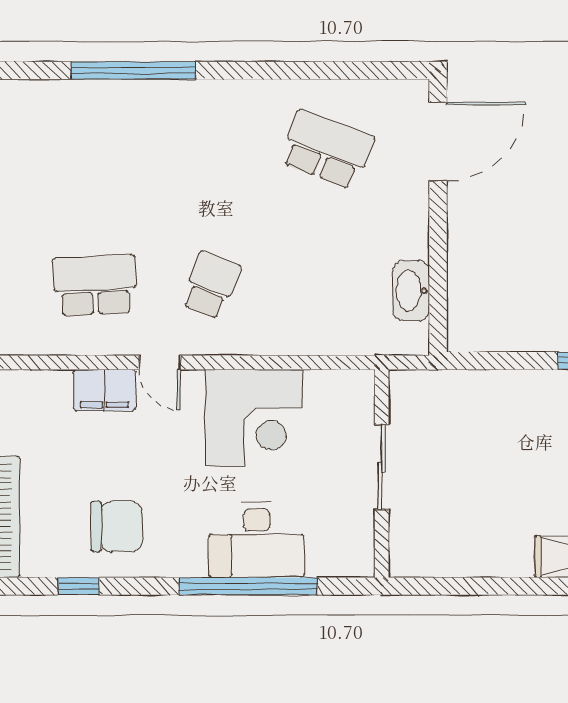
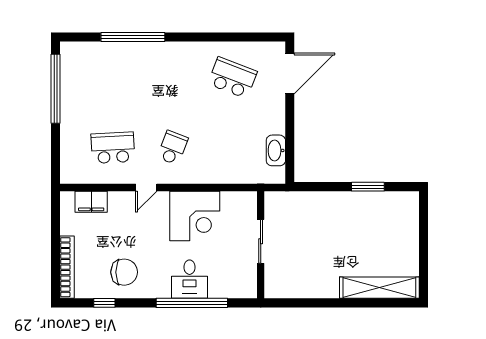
door: (160, 362) -> (146, 188), hinge flipped
filing cabinet: (104, 390) -> (91, 202), moved
desk: (256, 540) -> (189, 279), width x0.73

